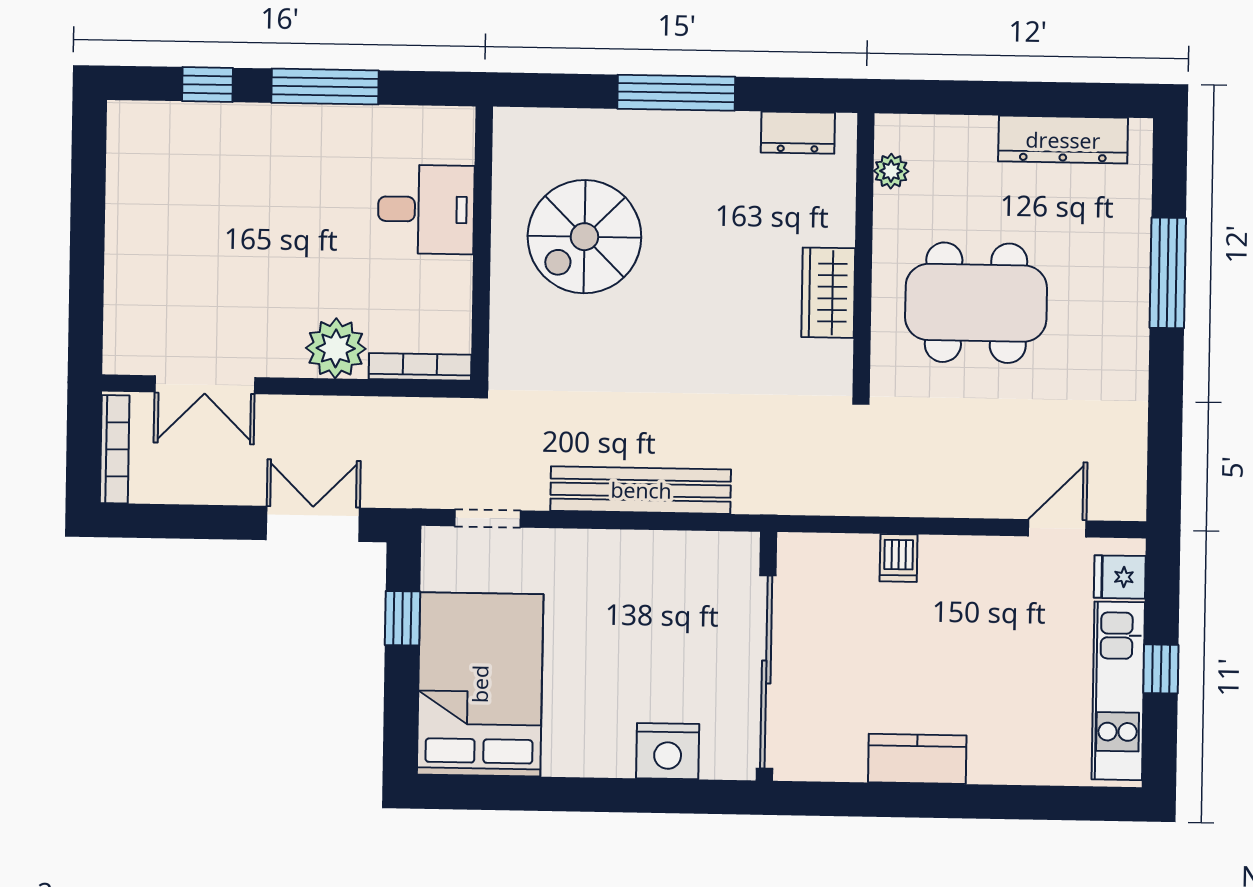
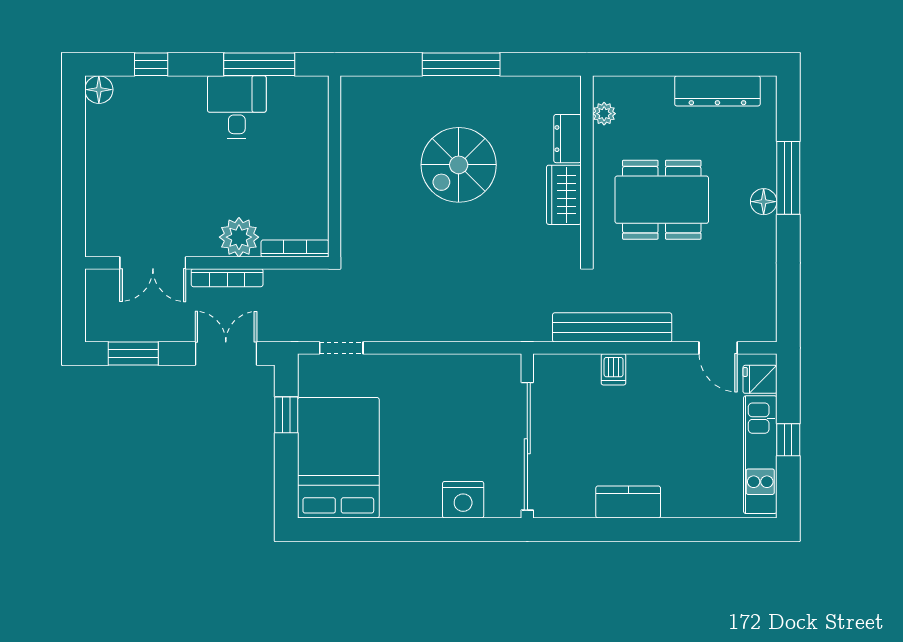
window: (325, 87) -> (259, 64), moved
floor lamp: (128, 121) -> (99, 90), added
dresser: (798, 133) -> (568, 139), moved, turned 90
desk: (426, 209) -> (237, 107), moved, turned -90
spiral stairs: (584, 237) -> (459, 165), moved
floor lamp: (1130, 308) -> (764, 202), added
bookcase: (115, 449) -> (227, 278), moved, turned 90
bench: (641, 490) -> (612, 327), moved
window: (173, 521) -> (133, 354), added
door: (1057, 528) -> (718, 348), swing flipped

